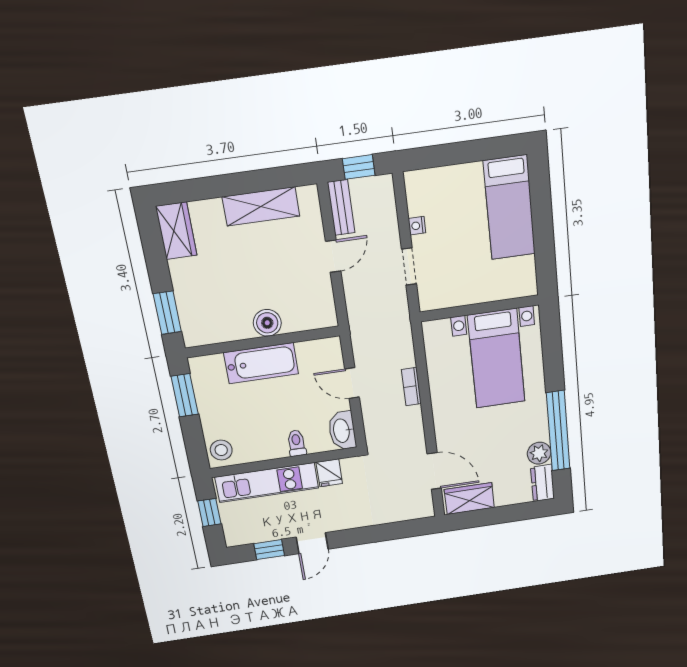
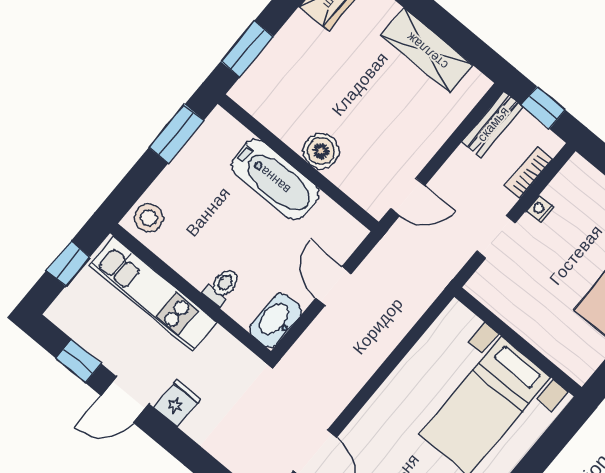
door: (333, 256) -> (408, 197), moved
bookcase: (411, 387) -> (528, 172), moved
fridge: (329, 473) -> (177, 403), moved, turned 180

